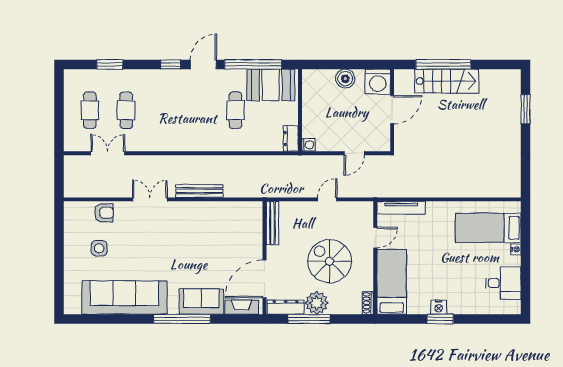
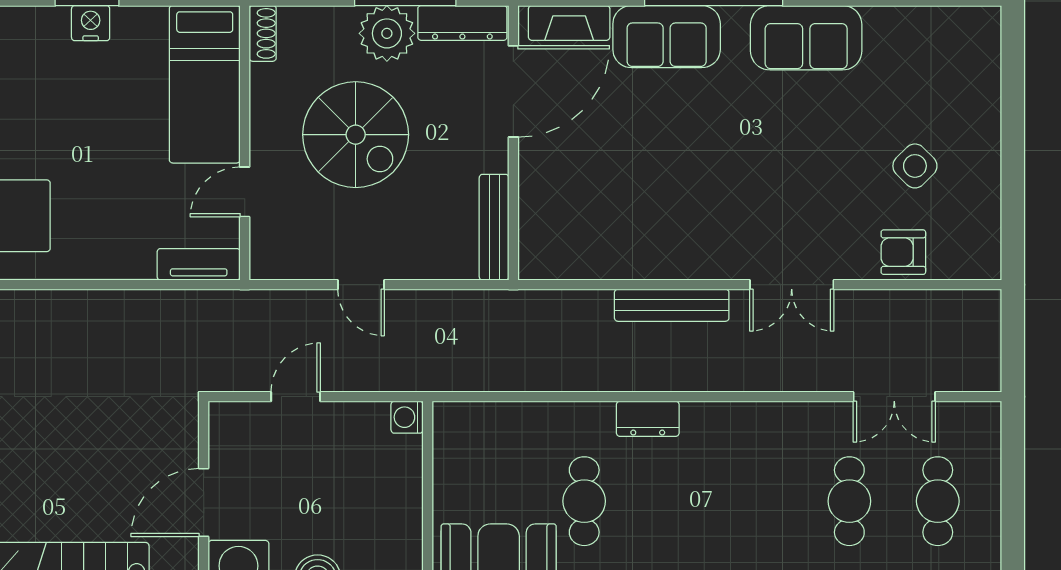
dresser: (291, 139) -> (648, 419), moved, turned 90
door: (327, 199) -> (361, 285), hinge flipped
tv unit: (401, 208) -> (199, 264), width x0.71
side table: (99, 248) -> (915, 166), turned 45
sofa: (124, 298) -> (806, 38), width x0.54, depth x0.79

